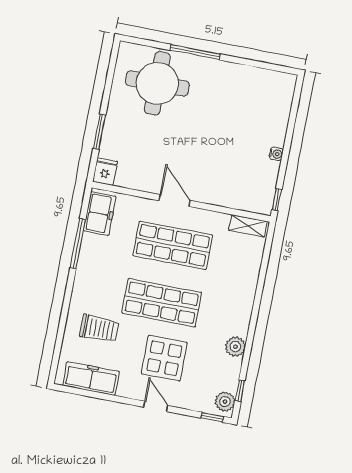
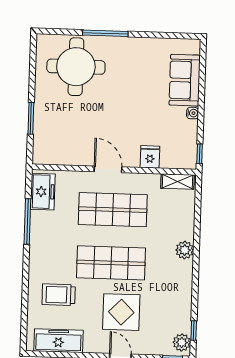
sofa: (273, 117) -> (185, 80), added
fridge: (105, 172) -> (150, 157), moved
trolley: (99, 328) -> (59, 295), turned 180
plant: (235, 347) -> (185, 250), moved

